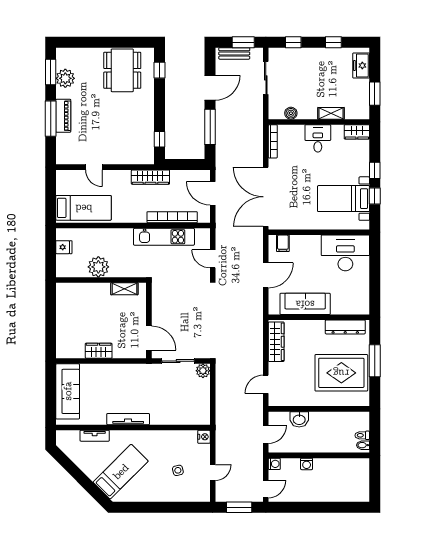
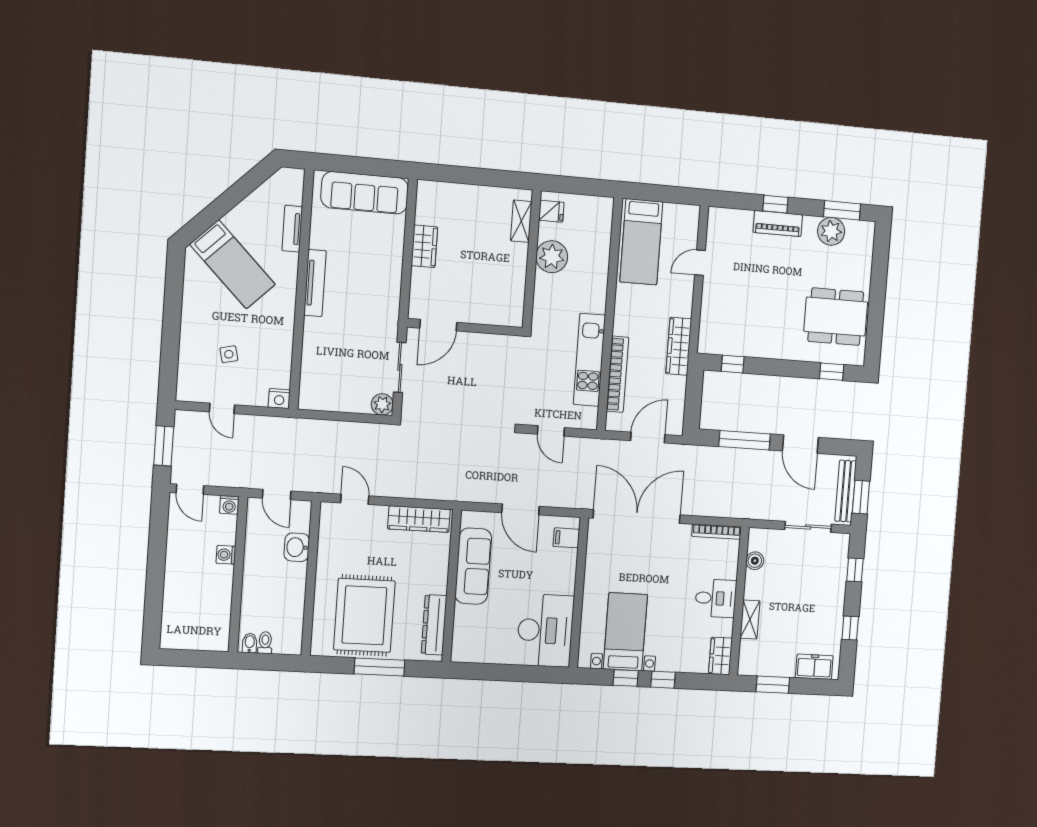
bench: (234, 53) -> (846, 491), width x1.36
window: (51, 119) -> (775, 204), width x0.46
fridge: (64, 247) -> (551, 211), moved, turned -90
door: (213, 259) -> (551, 431), swing flipped
shelving: (124, 289) -> (521, 221), moved

